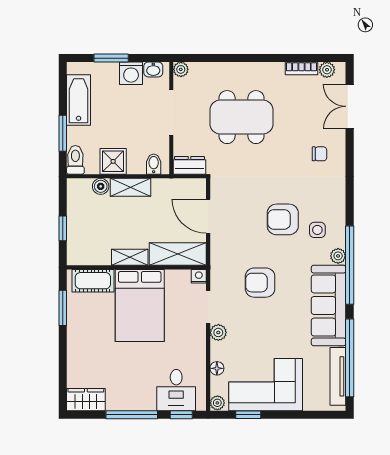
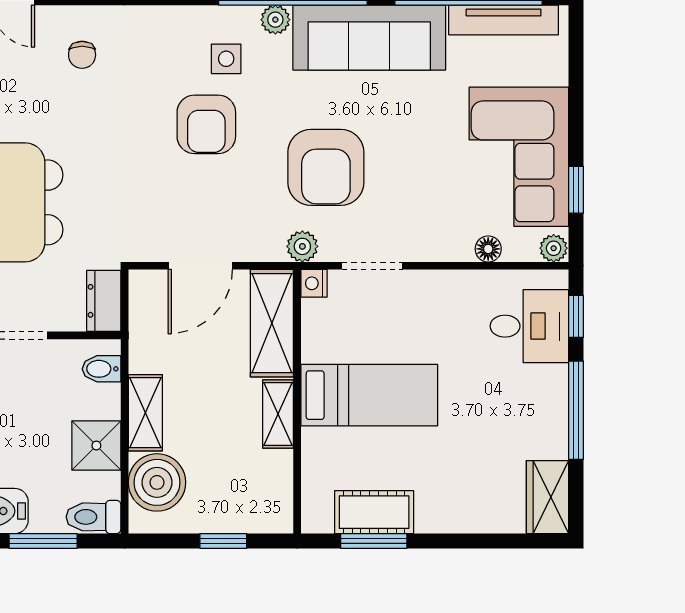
chair: (319, 154) -> (82, 55), turned 180
boiler: (101, 186) -> (157, 482), width x1.86, depth x1.86
cot: (93, 281) -> (374, 512), moved, turned 90
armchair: (260, 283) -> (326, 167), width x1.36, depth x1.36
bed: (140, 305) -> (369, 395), width x0.67
plant: (218, 332) -> (302, 246), moved

